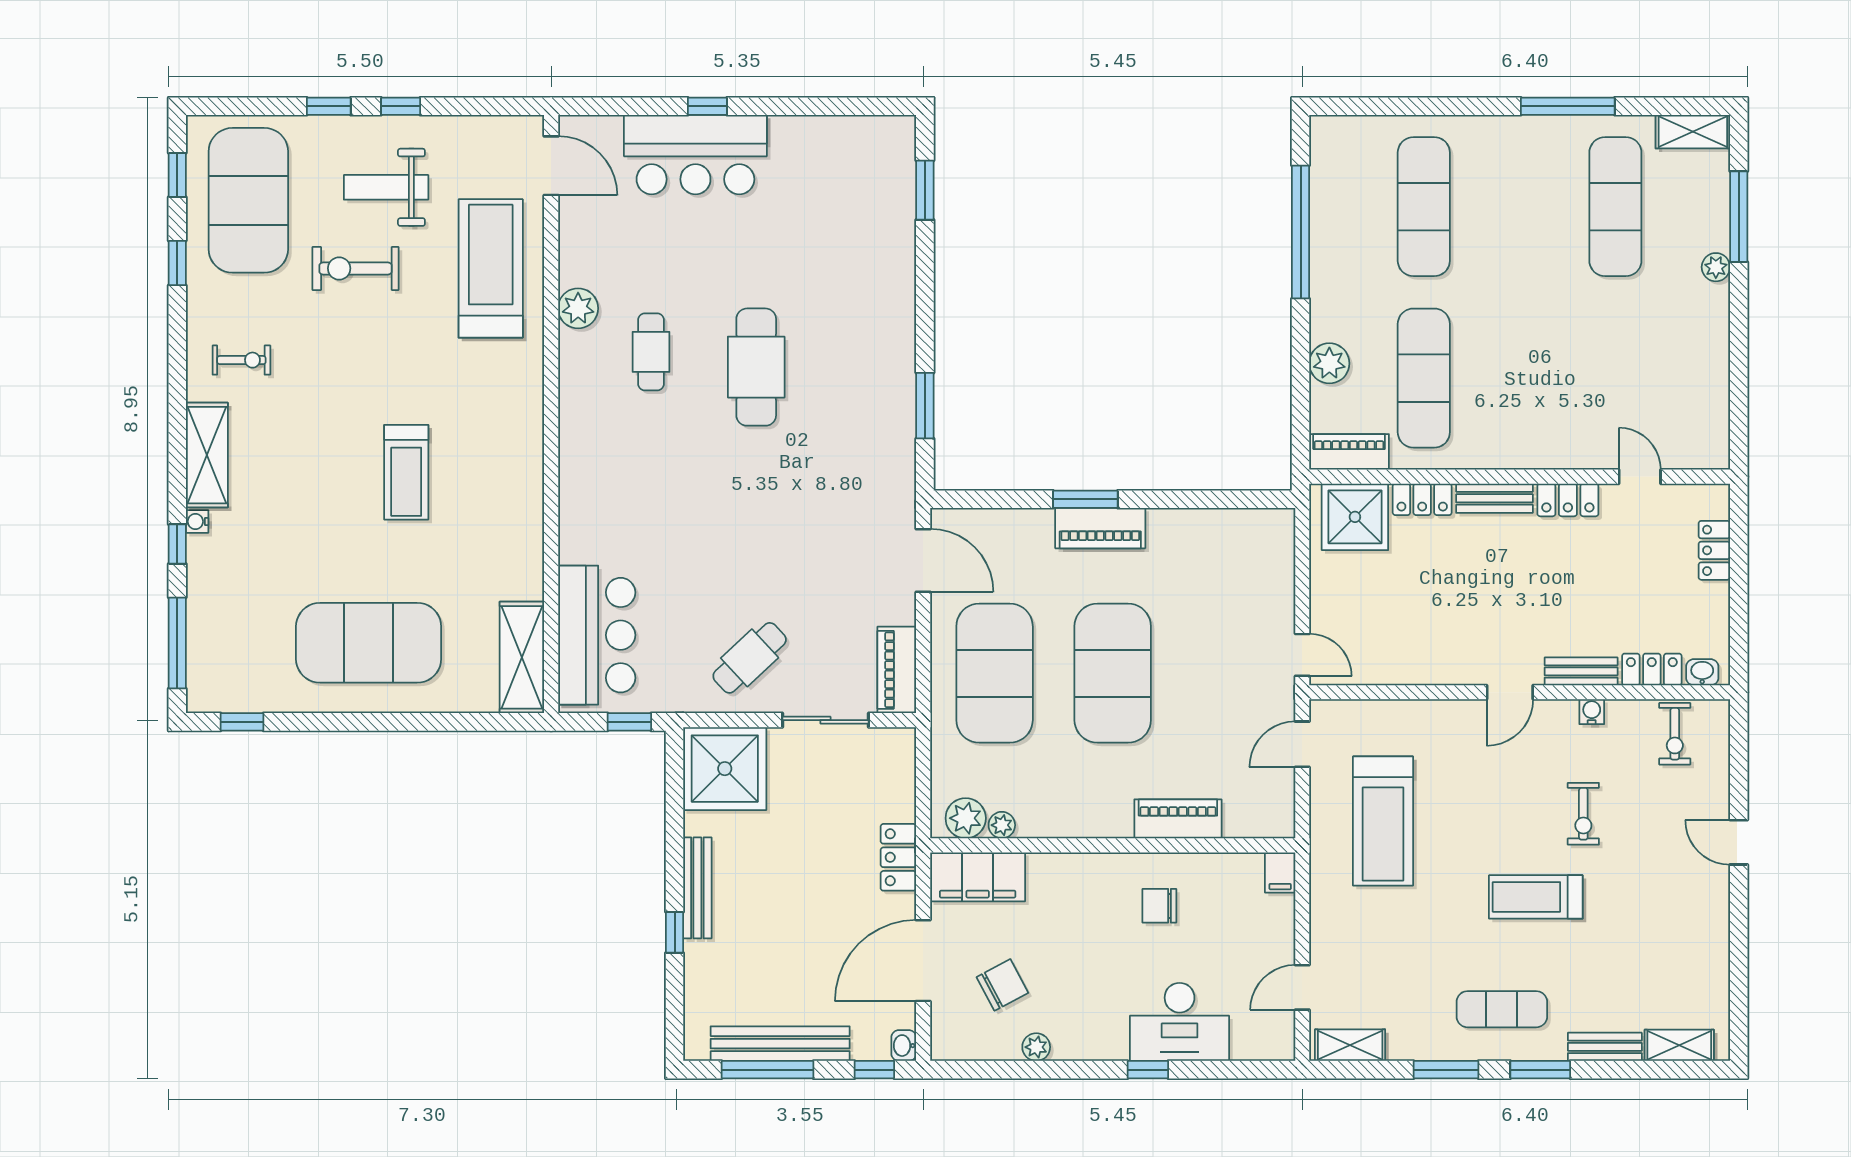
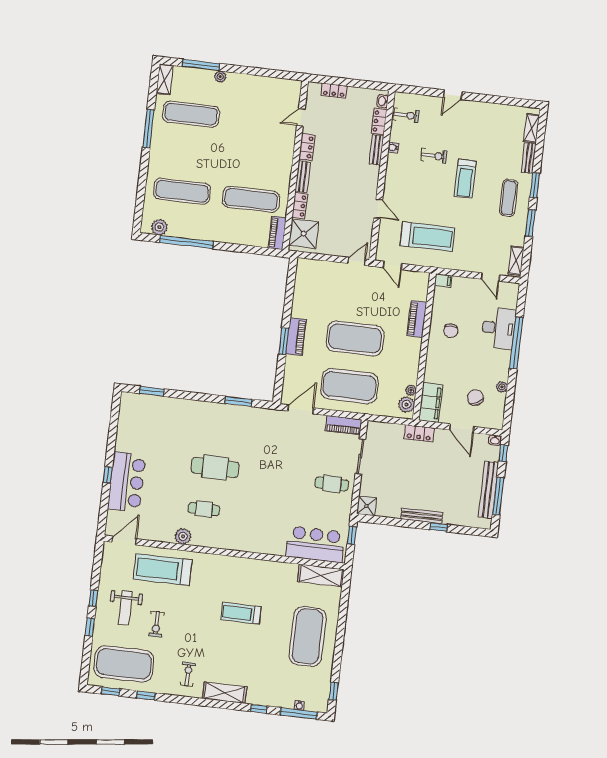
exercise bike: (356, 268) -> (156, 624), width x0.73, depth x0.72
plant: (1329, 363) -> (159, 227), moved
treadmill: (406, 472) -> (241, 613), turned 180
water cooler: (197, 522) -> (299, 705), moved
cafe table: (750, 658) -> (332, 484), turned -47
door: (1510, 692) -> (378, 209), moved
shower: (725, 769) -> (366, 506), width x0.54, depth x0.54
door: (923, 961) -> (462, 428), width x0.73
window: (1148, 1070) -> (516, 343), width x3.17

